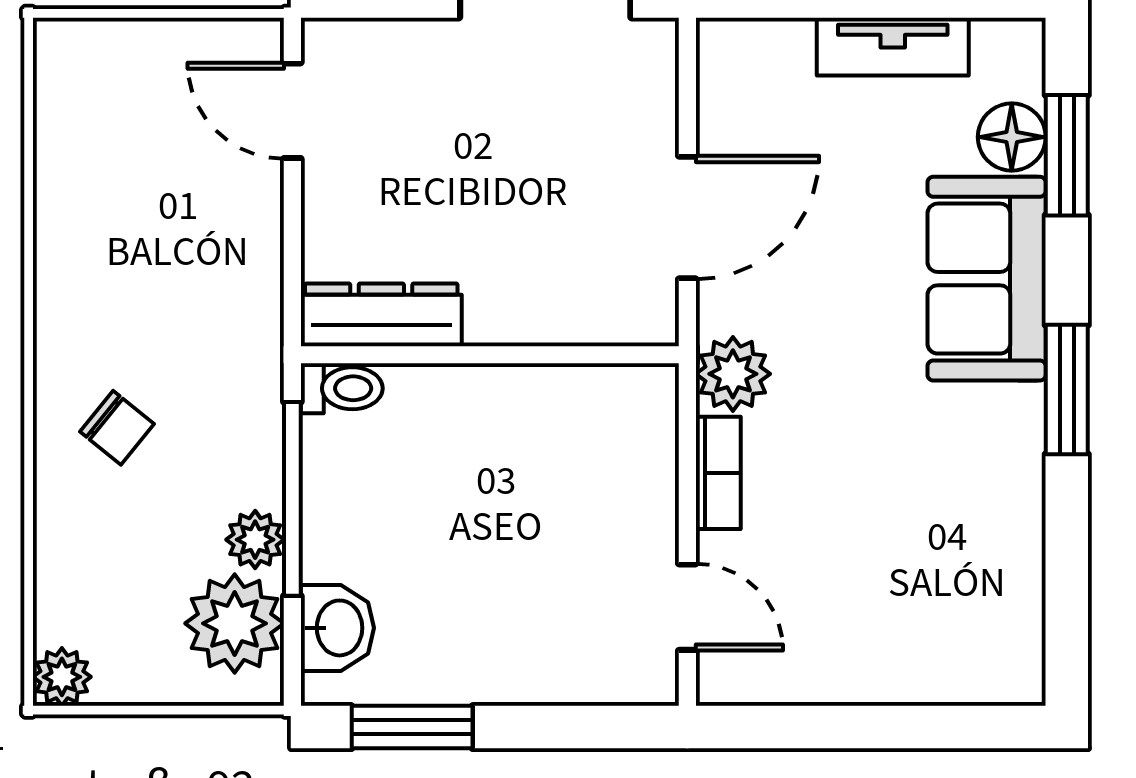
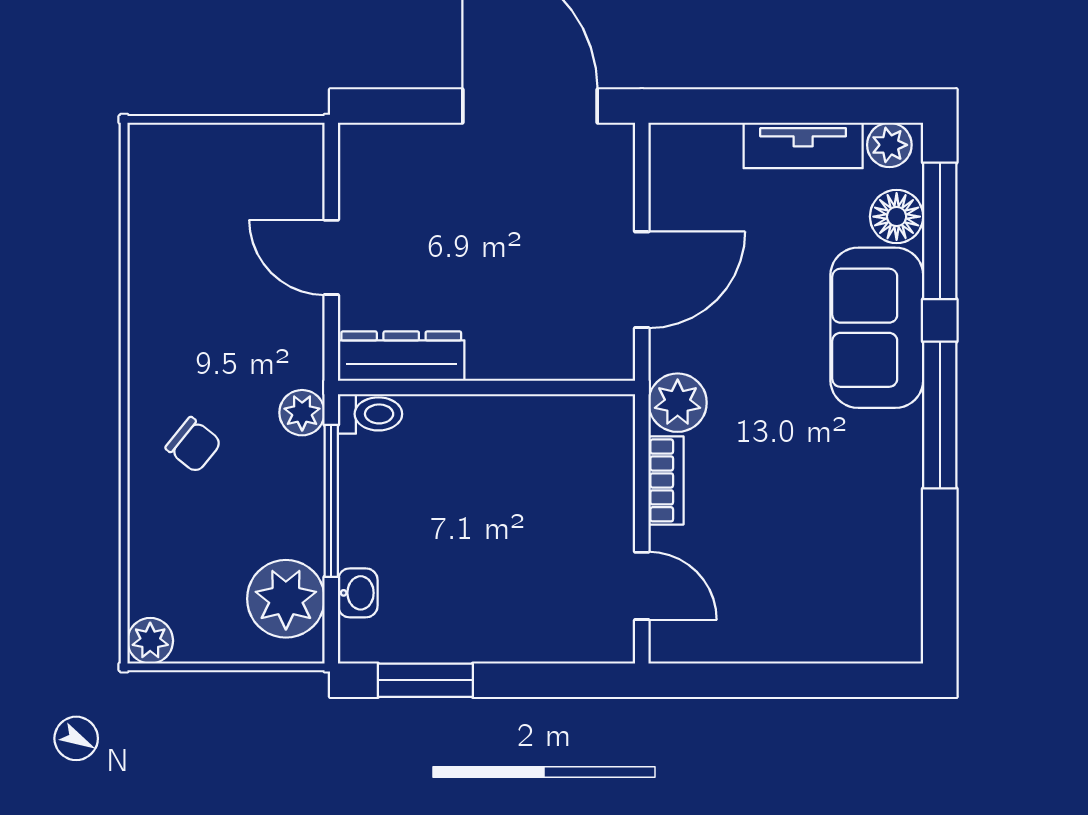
plant: (1003, 46) -> (889, 145), added
door: (292, 111) -> (331, 257), moved
window: (1067, 155) -> (940, 231), width x1.44
window: (1067, 390) -> (940, 415), width x1.44
plant: (255, 540) -> (302, 413), moved
washbasin: (337, 628) -> (358, 593), width x0.72, depth x0.69

